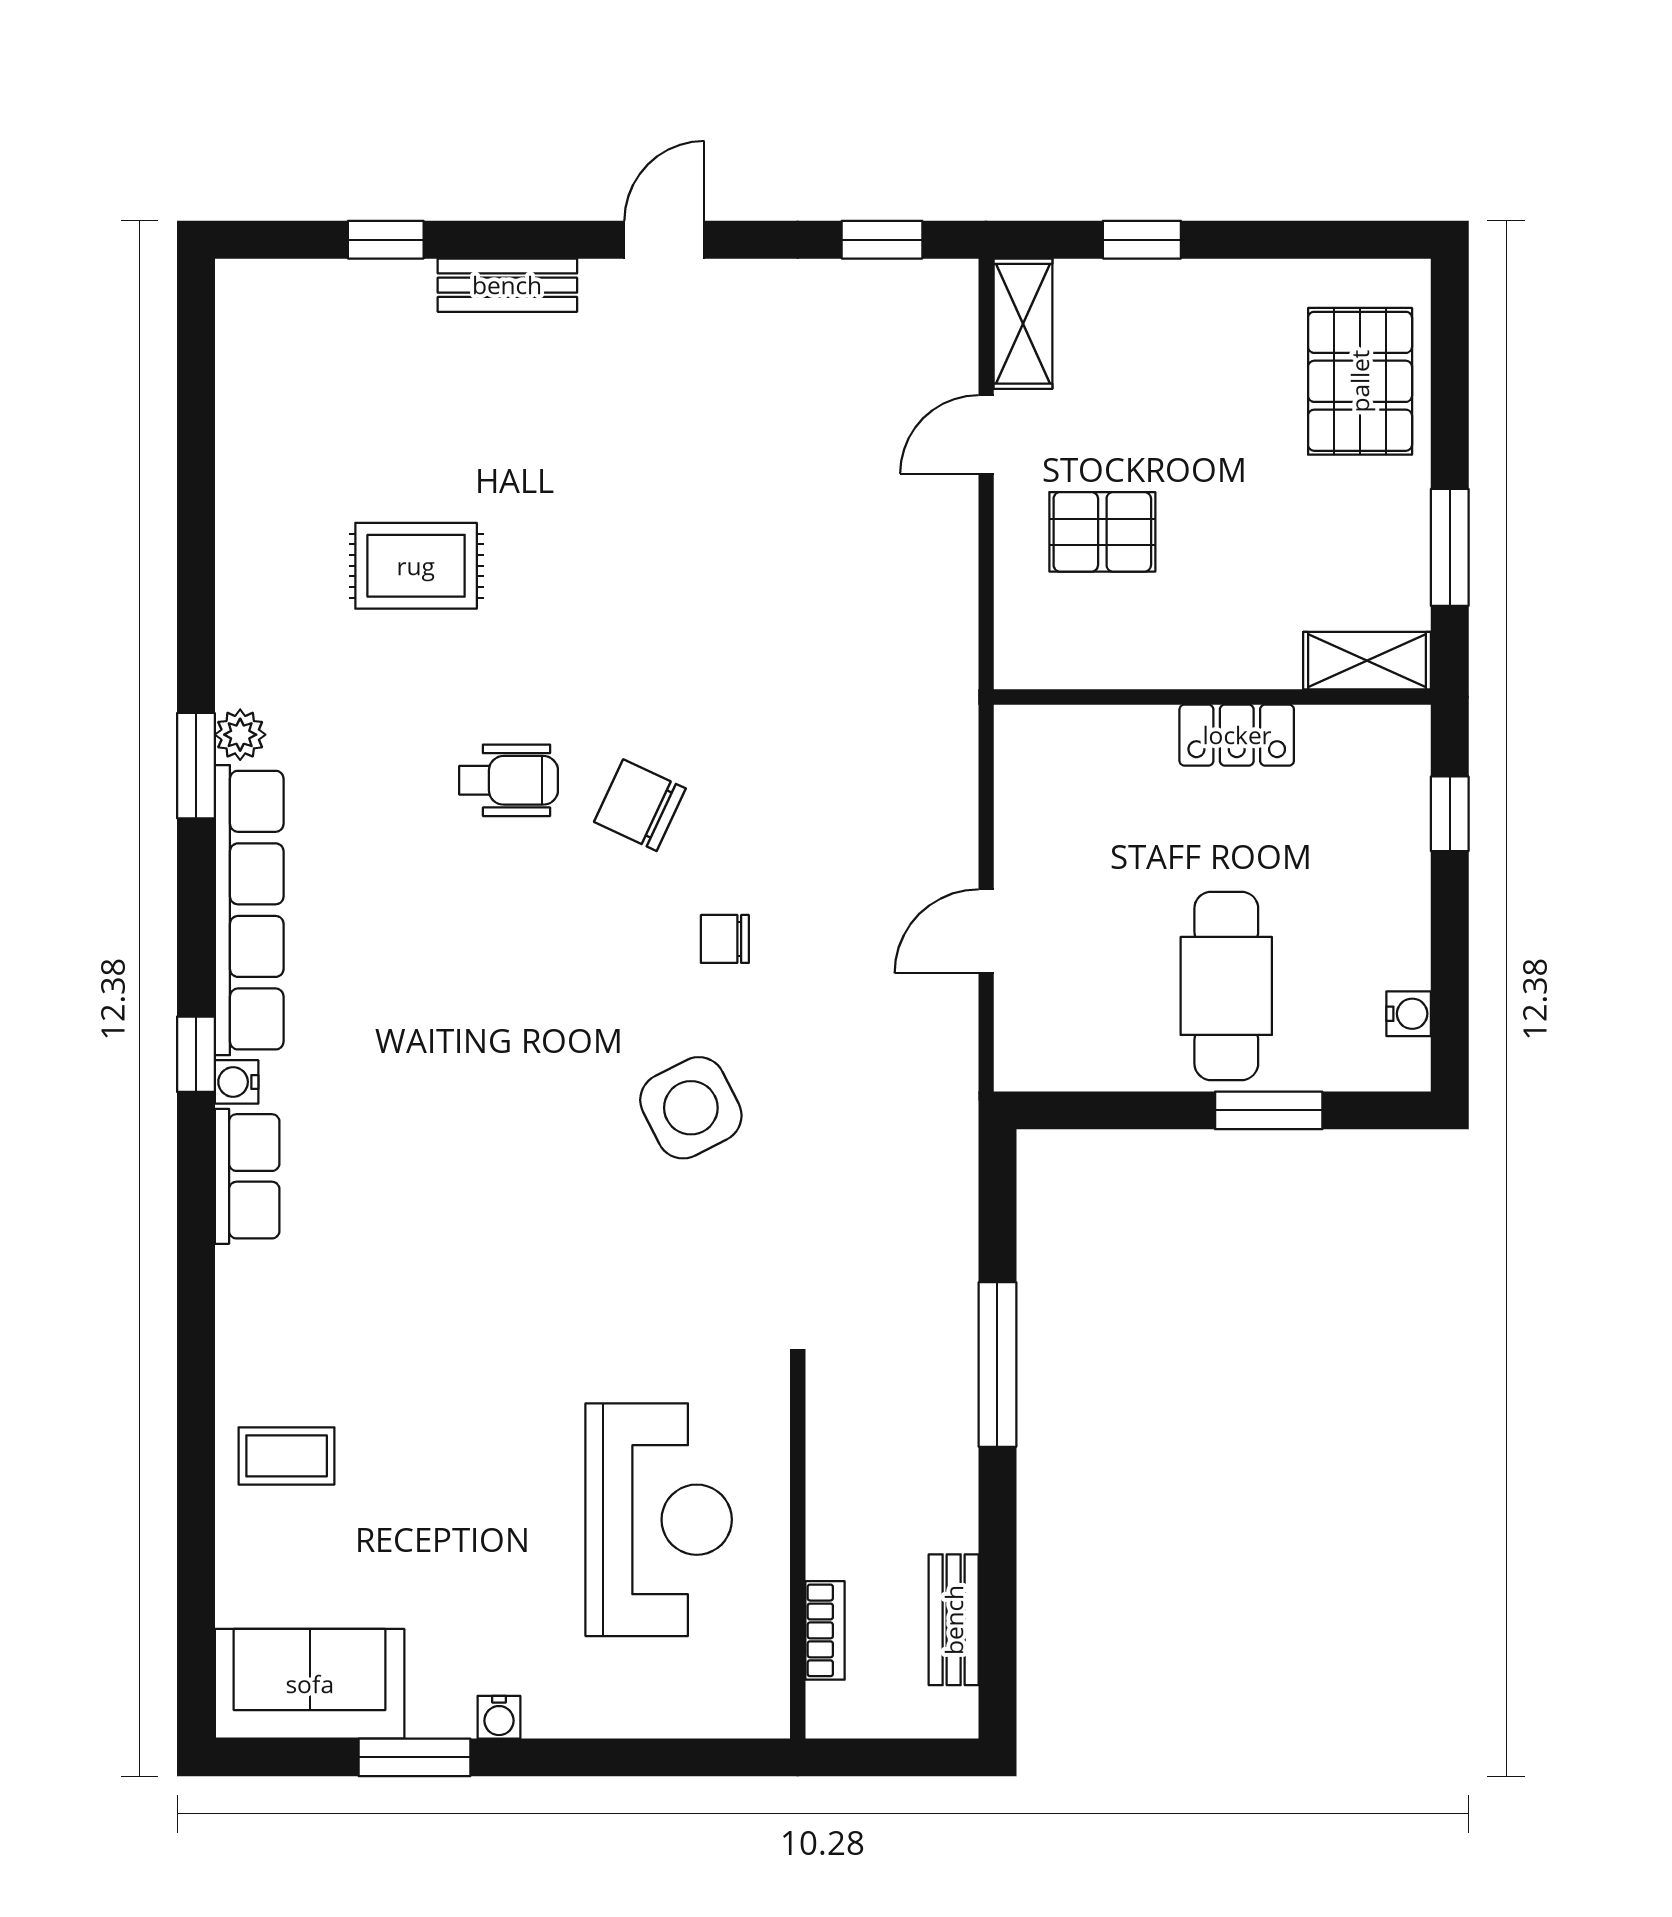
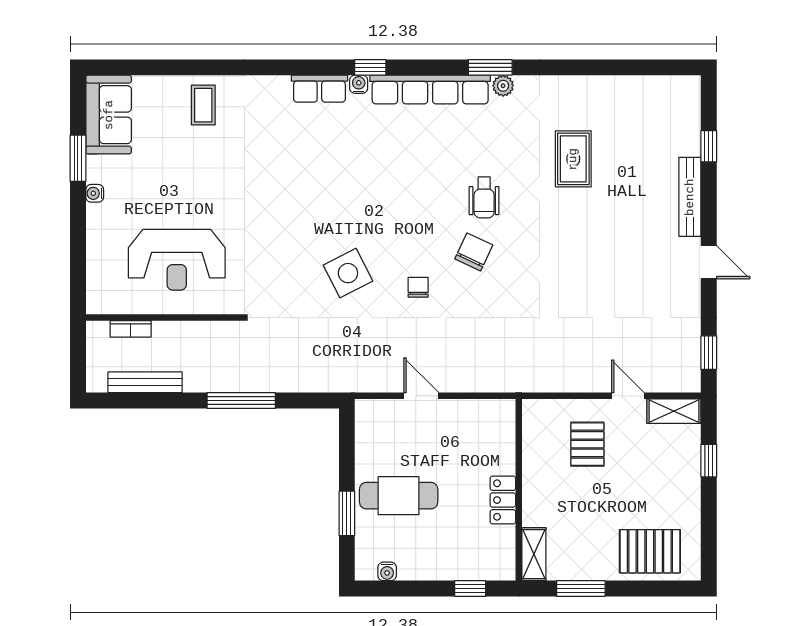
bench: (507, 285) -> (690, 197), width x1.36
bench: (954, 1620) -> (145, 382), width x1.36

